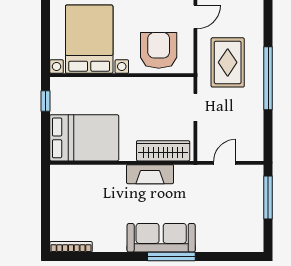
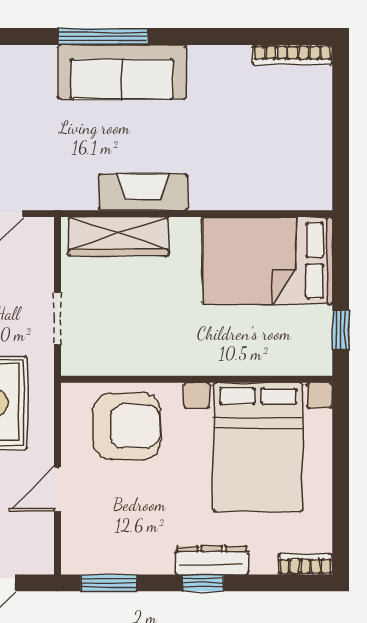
armchair: (159, 50) -> (127, 426), turned -90

